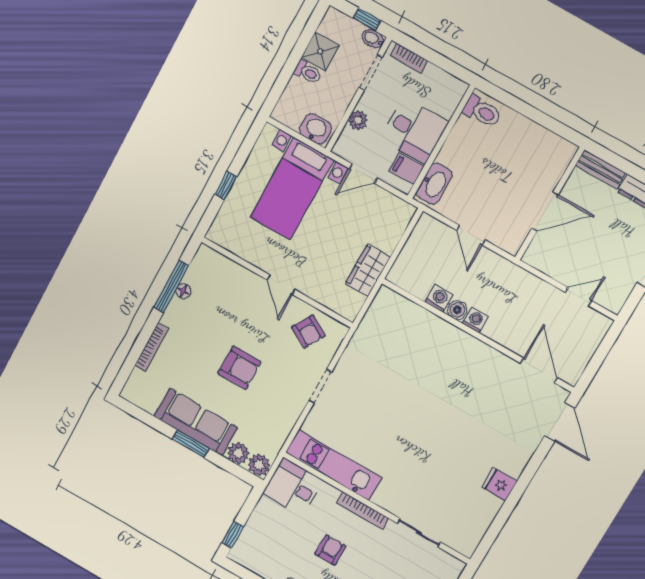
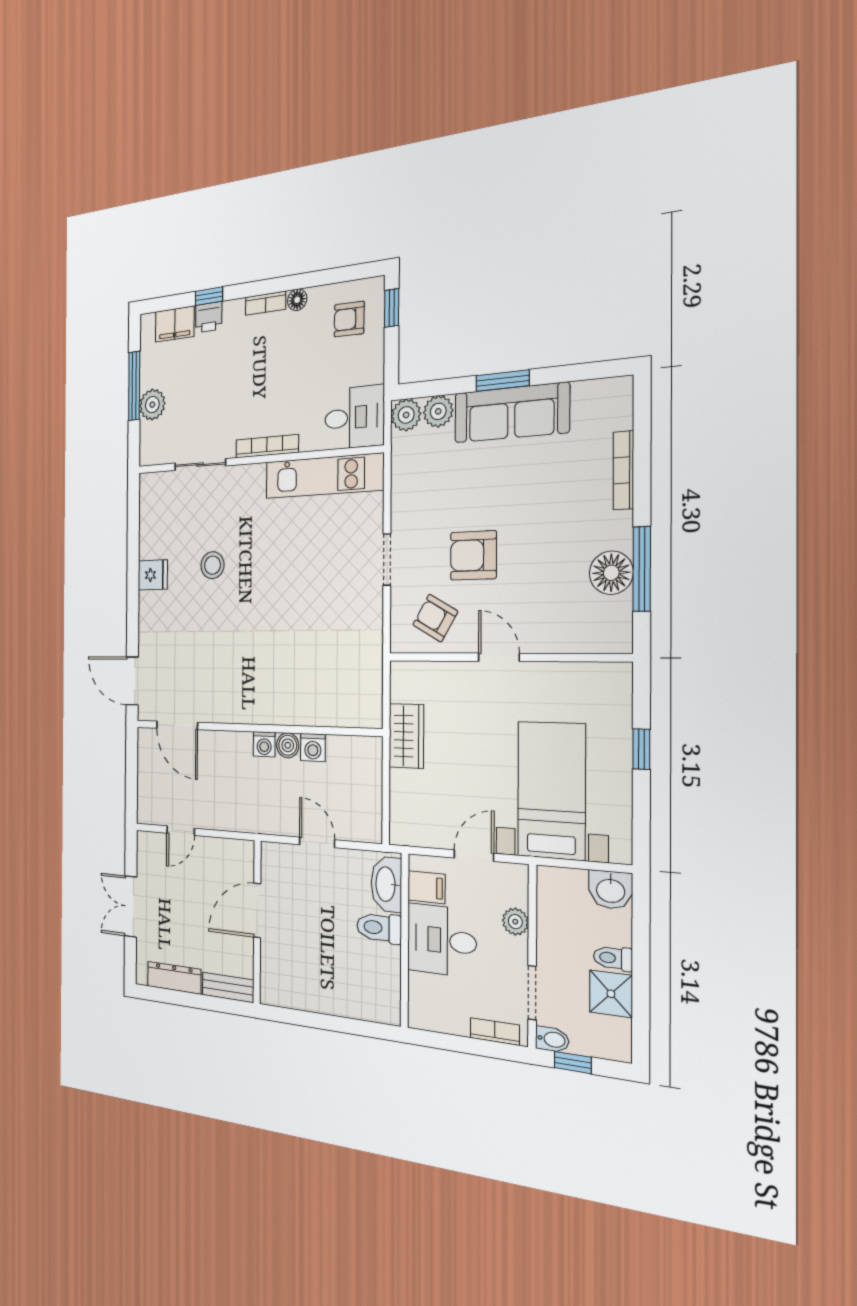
toilet: (482, 111) -> (379, 928), moved
washbasin: (315, 129) -> (611, 890), moved
floor lamp: (183, 291) -> (611, 573), width x1.89, depth x1.89
armchair: (239, 368) -> (473, 555), moved
stool: (447, 461) -> (212, 565), added
armchair: (330, 550) -> (349, 319), moved, turned 91

